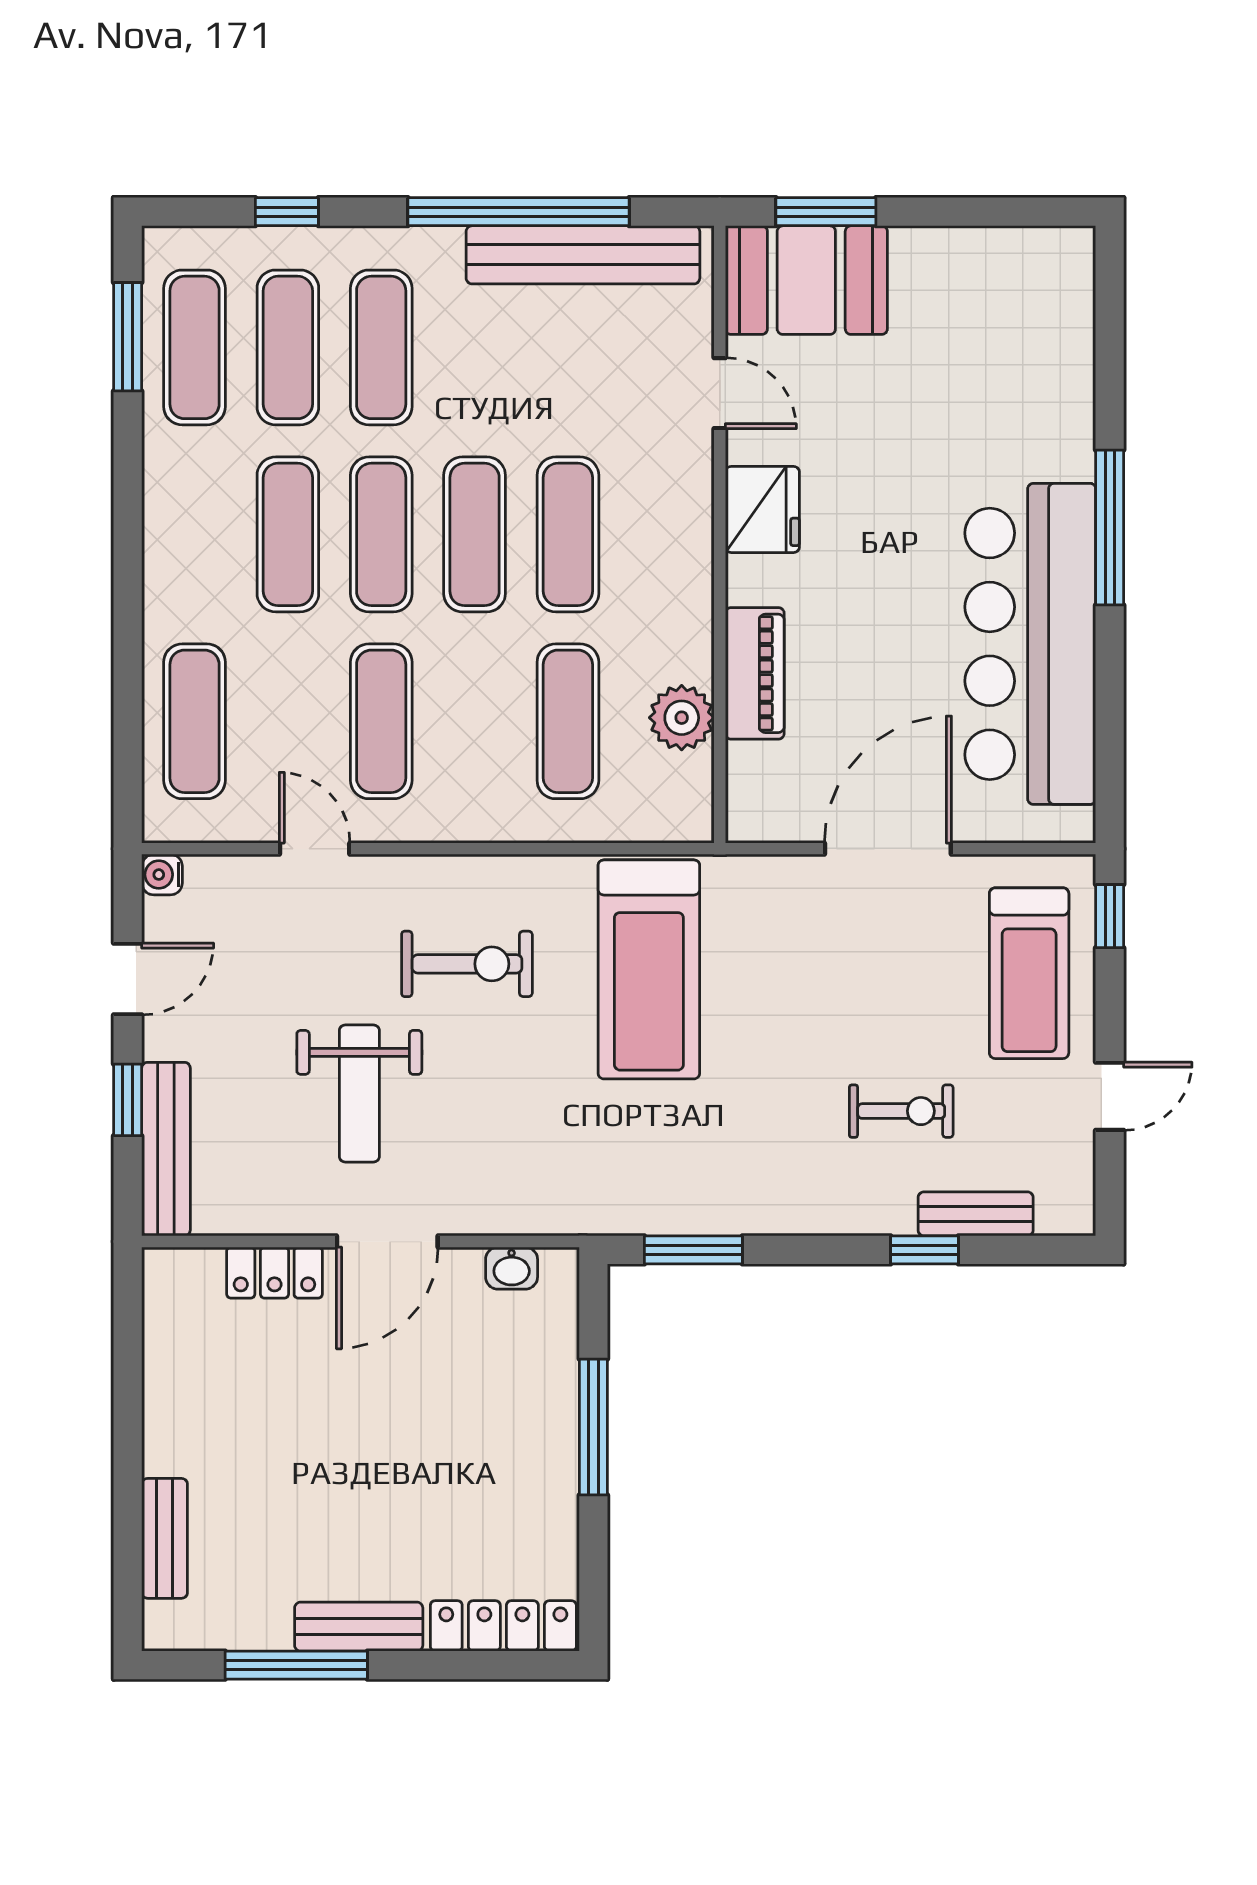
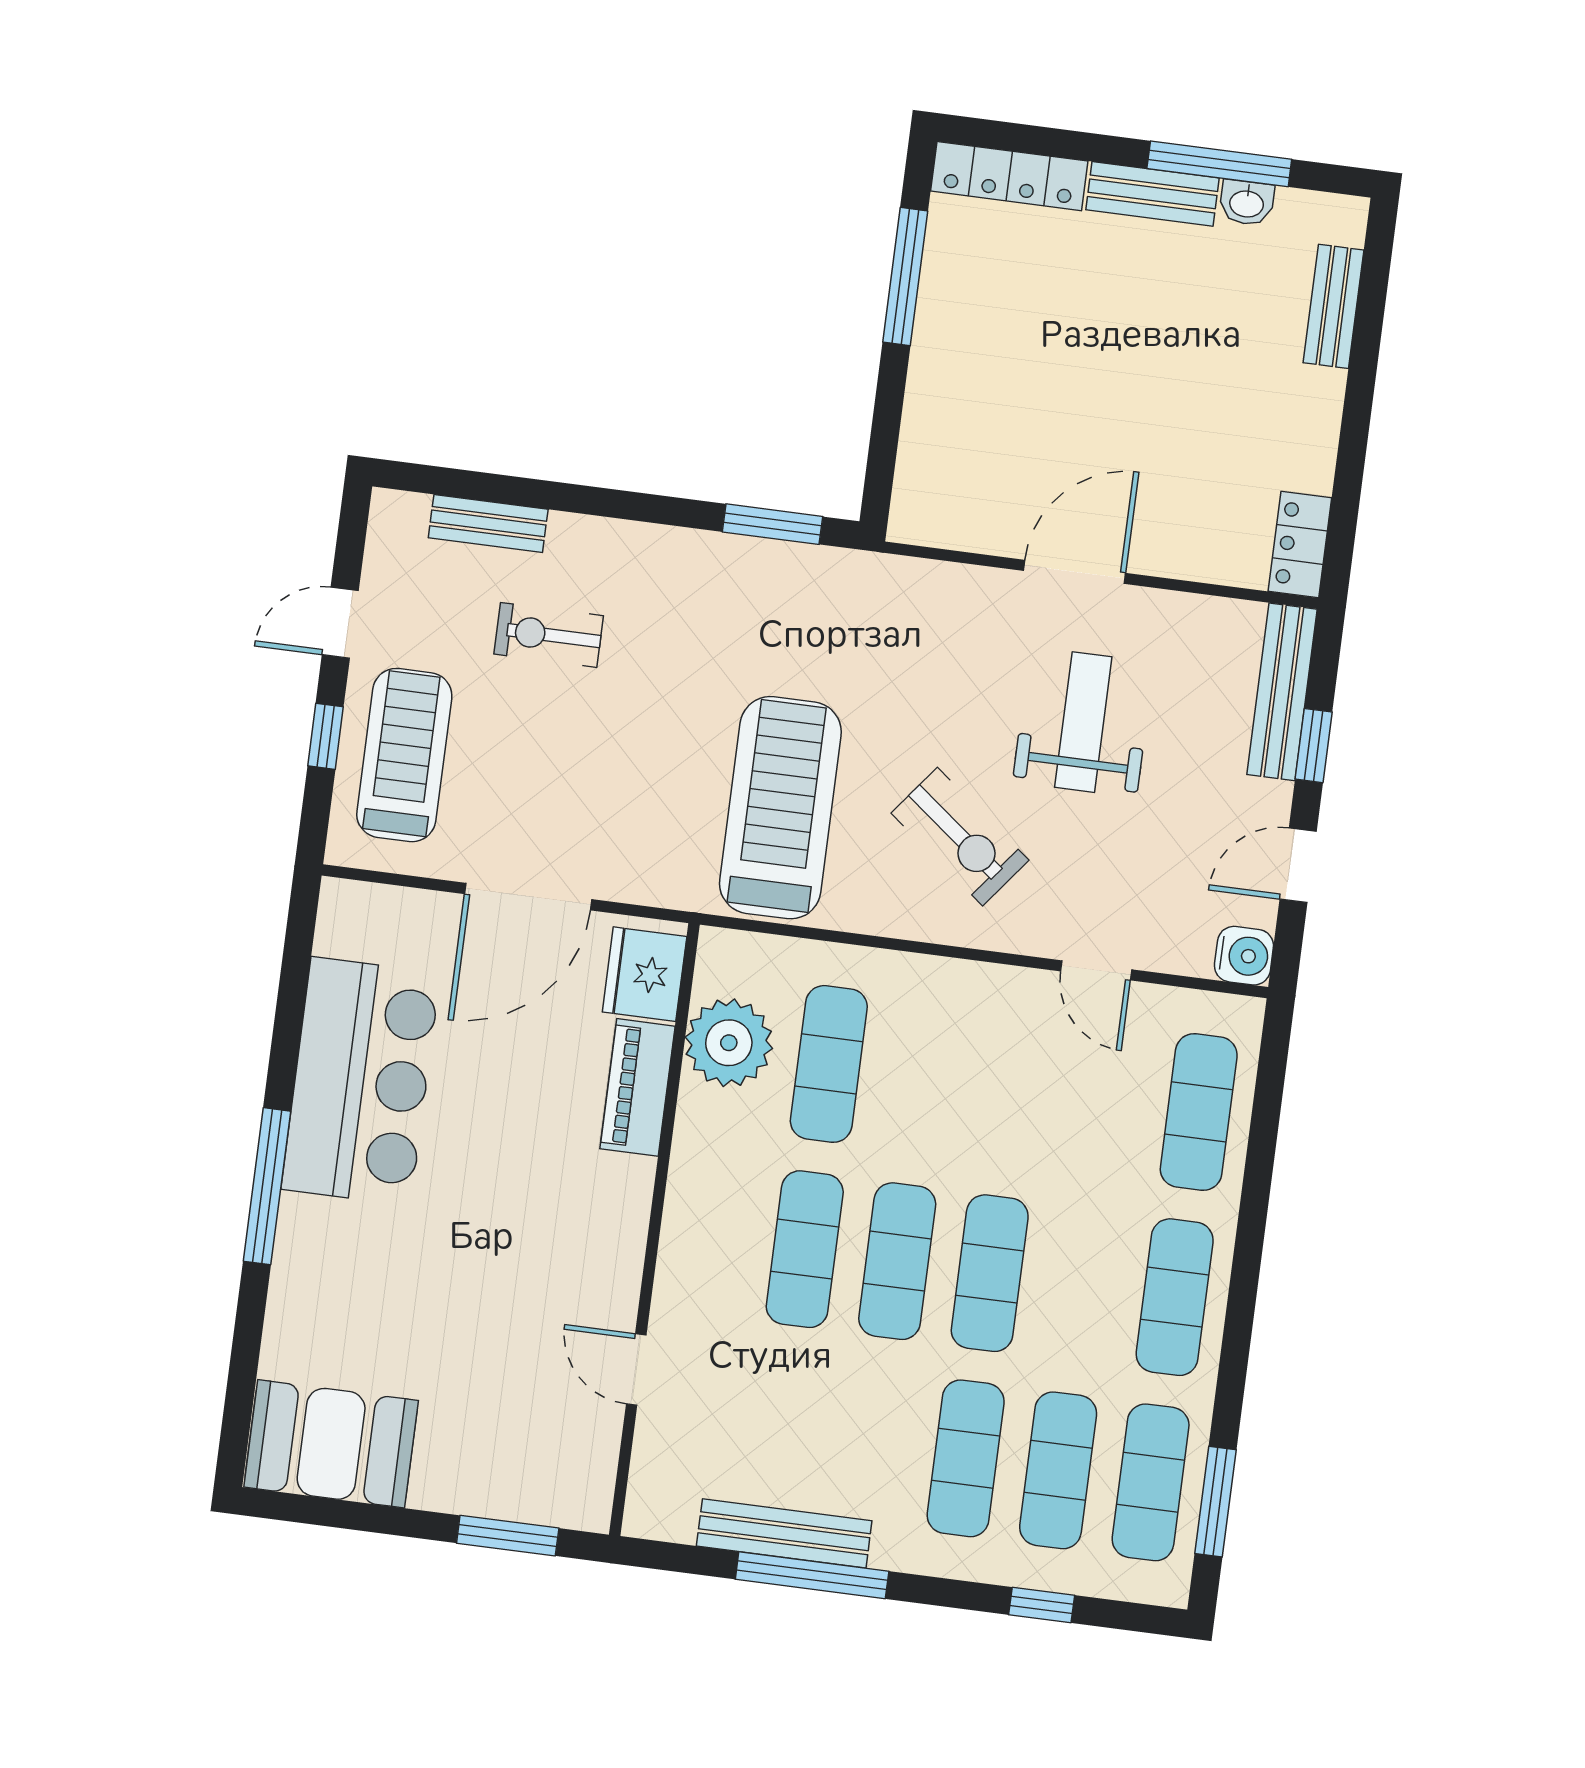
window: (519, 212) -> (812, 1575), width x0.68
bench: (583, 255) -> (784, 1533), width x0.73, depth x0.82
booth: (806, 280) -> (331, 1444), moved
fridge: (762, 509) -> (645, 974), moved
exercise mat: (288, 534) -> (1175, 1297), moved
bar counter: (1030, 644) -> (361, 1081), width x0.73
plant: (682, 718) -> (729, 1043), width x1.36, depth x1.36
exercise mat: (381, 721) -> (1014, 1088), removed
water cooler: (162, 875) -> (1244, 956), width x1.38, depth x1.38
window: (1110, 916) -> (326, 736), moved
exercise bike: (467, 964) -> (960, 837), turned -142
window: (925, 1250) -> (543, 494), removed
washbasin: (512, 1268) -> (1247, 203), moved, turned 180
locker: (274, 1273) -> (1300, 545), moved, turned -90
window: (593, 1427) -> (905, 277), moved

